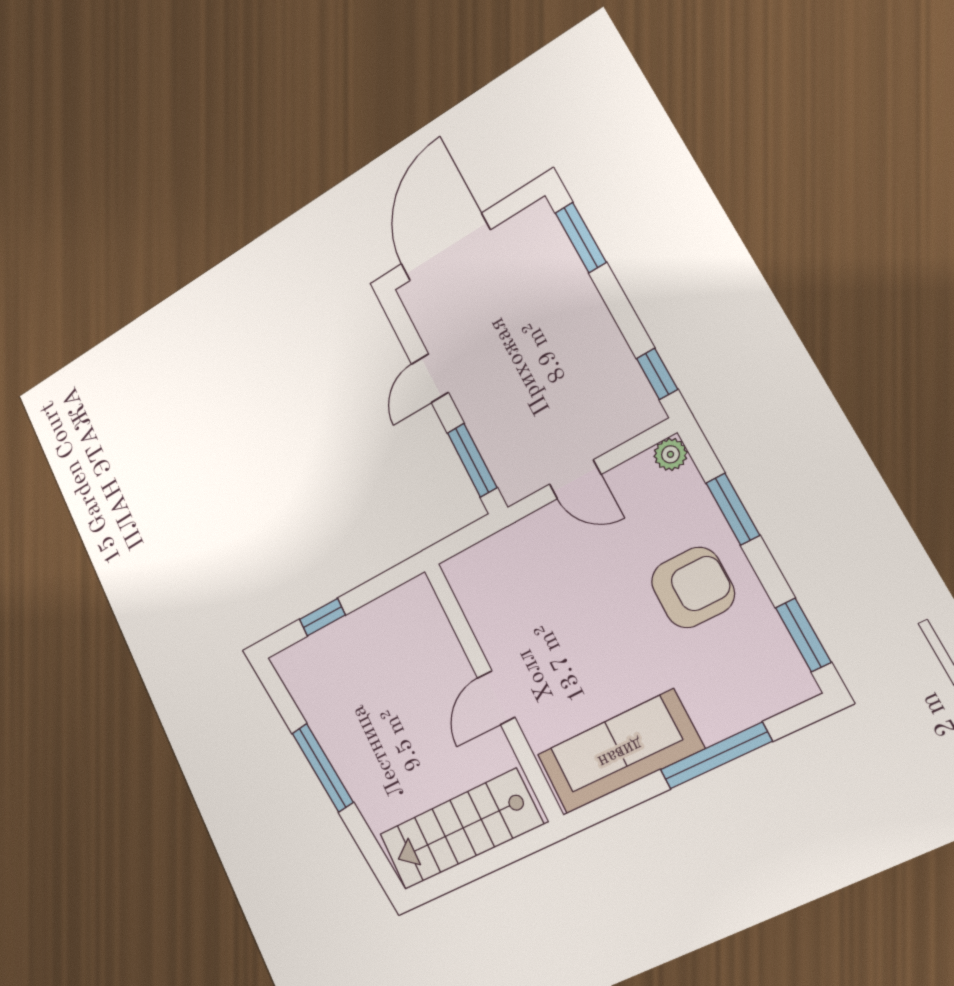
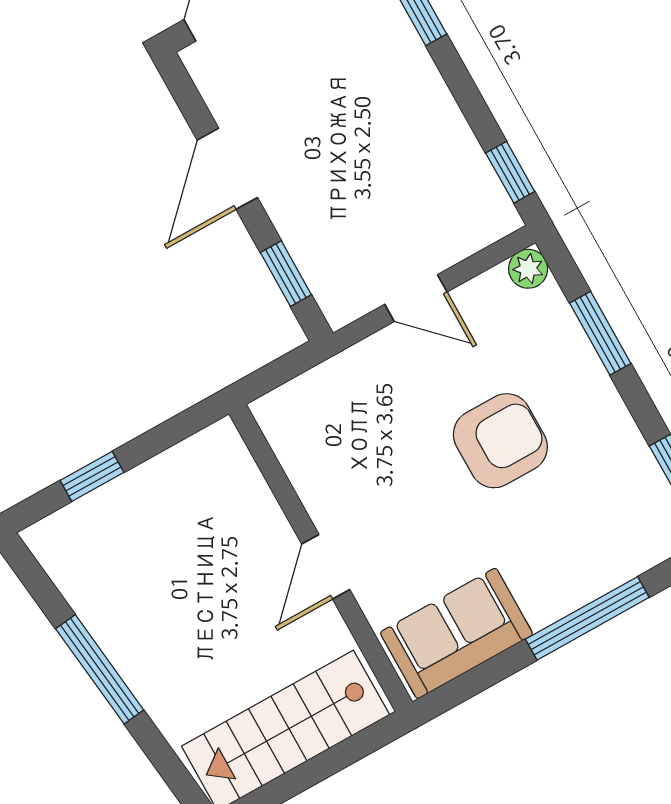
door: (430, 378) -> (227, 169), width x1.38
window: (472, 460) -> (286, 274), width x0.67
armchair: (693, 587) -> (500, 441), moved
sofa: (620, 752) -> (456, 633), width x0.73

